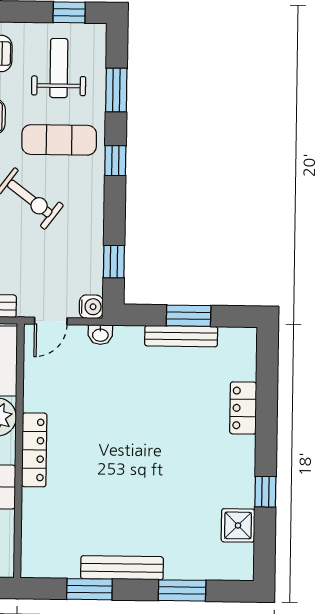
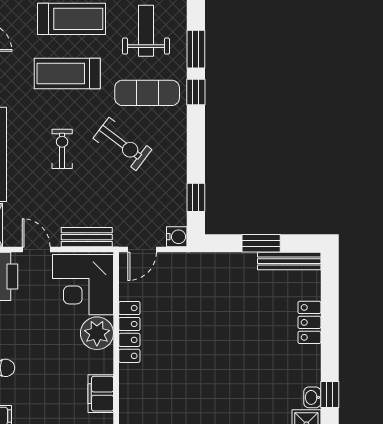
window: (115, 161) -> (196, 92), moved
washbasin: (100, 335) -> (312, 397), moved, turned 90
bench: (181, 336) -> (289, 261), moved
locker: (34, 450) -> (129, 332), moved

